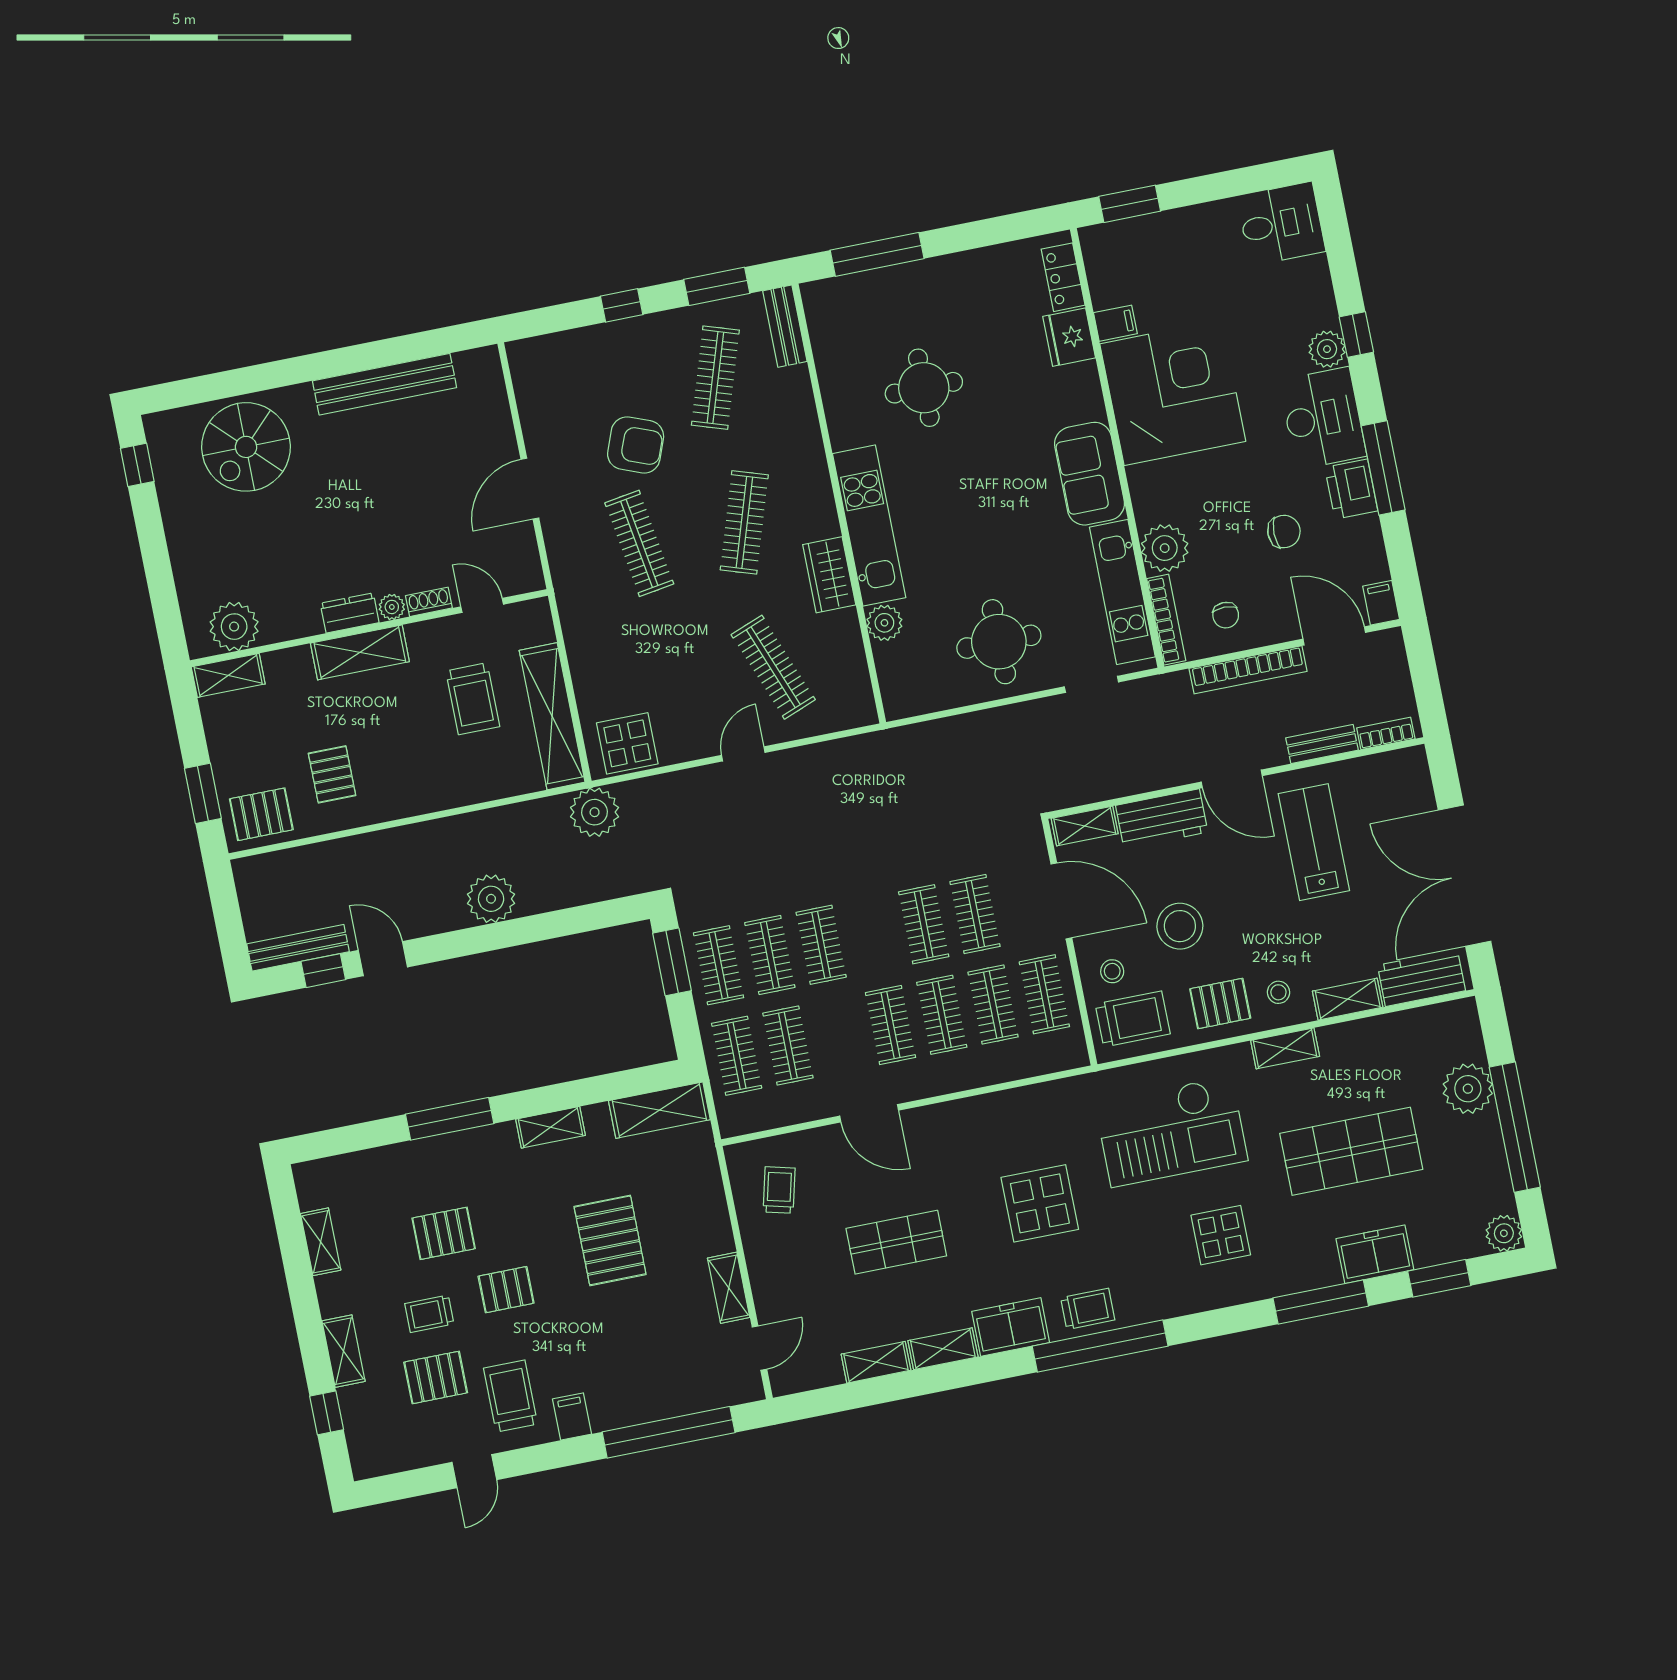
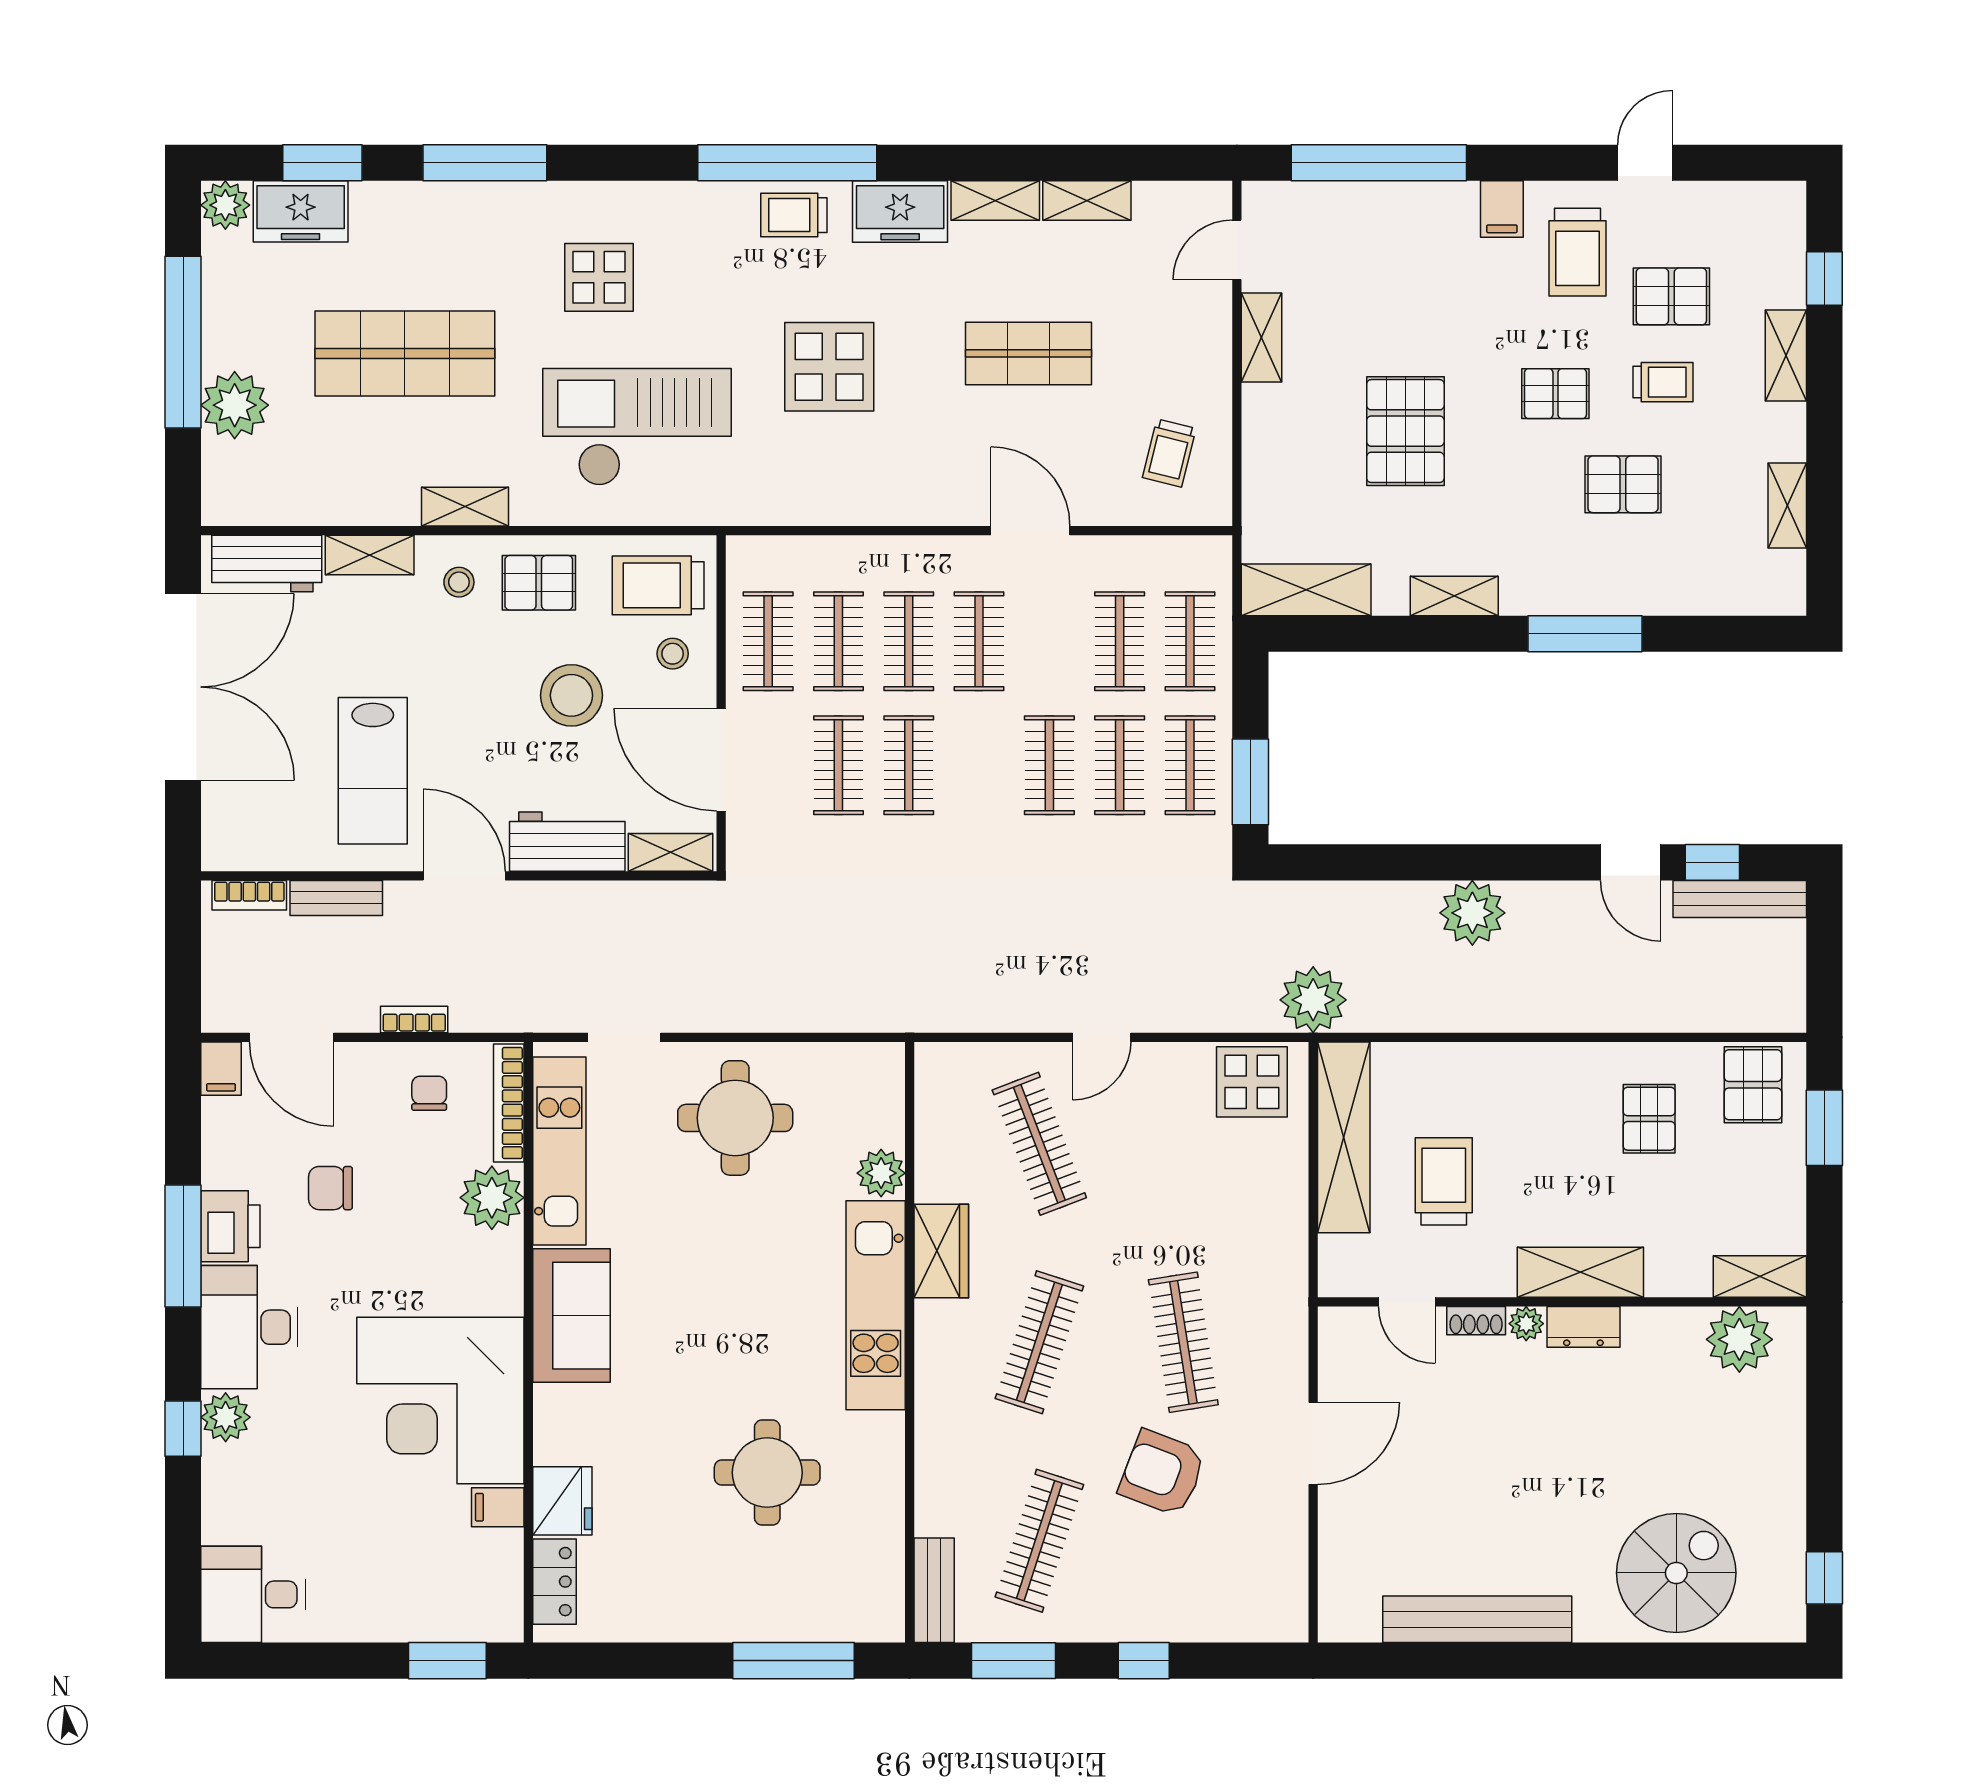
bookcase: (1248, 670) -> (414, 1019), width x0.43, depth x0.76
pallet: (261, 814) -> (1753, 1085), turned 90
freezer: (1375, 1254) -> (301, 211), moved

